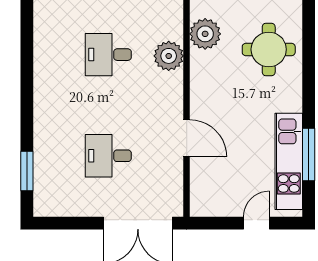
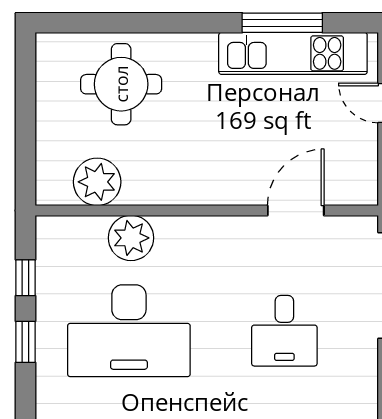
desk: (108, 55) -> (129, 331), width x1.87, depth x1.30
door: (187, 138) -> (296, 210), moved

